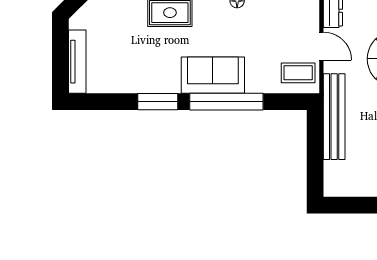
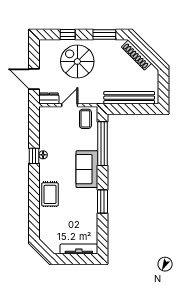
window: (226, 102) -> (102, 144), moved
bench: (334, 117) -> (129, 98), moved

